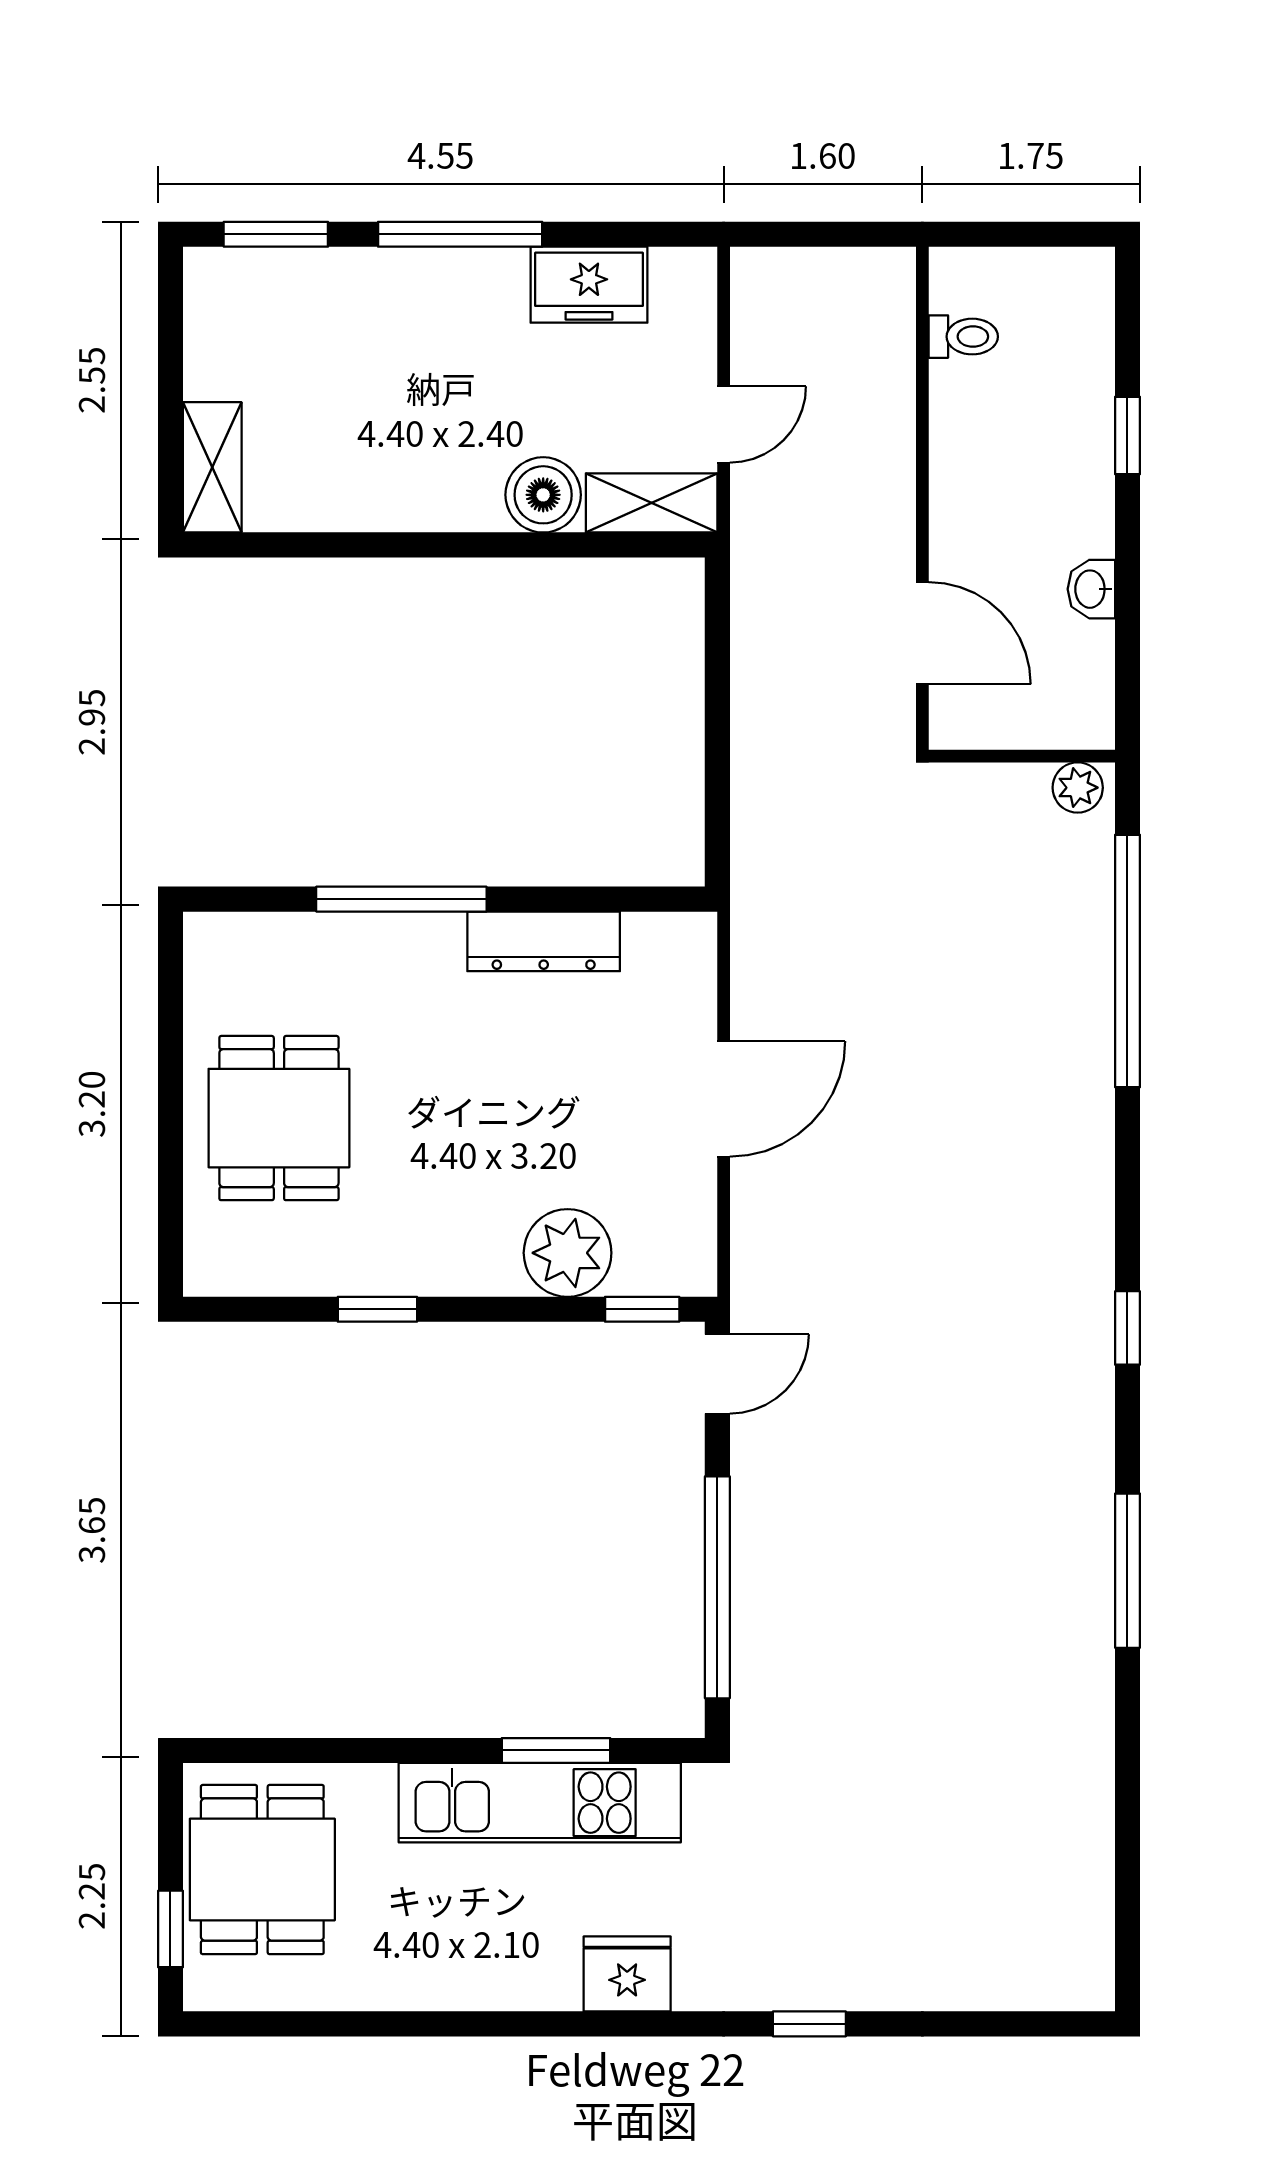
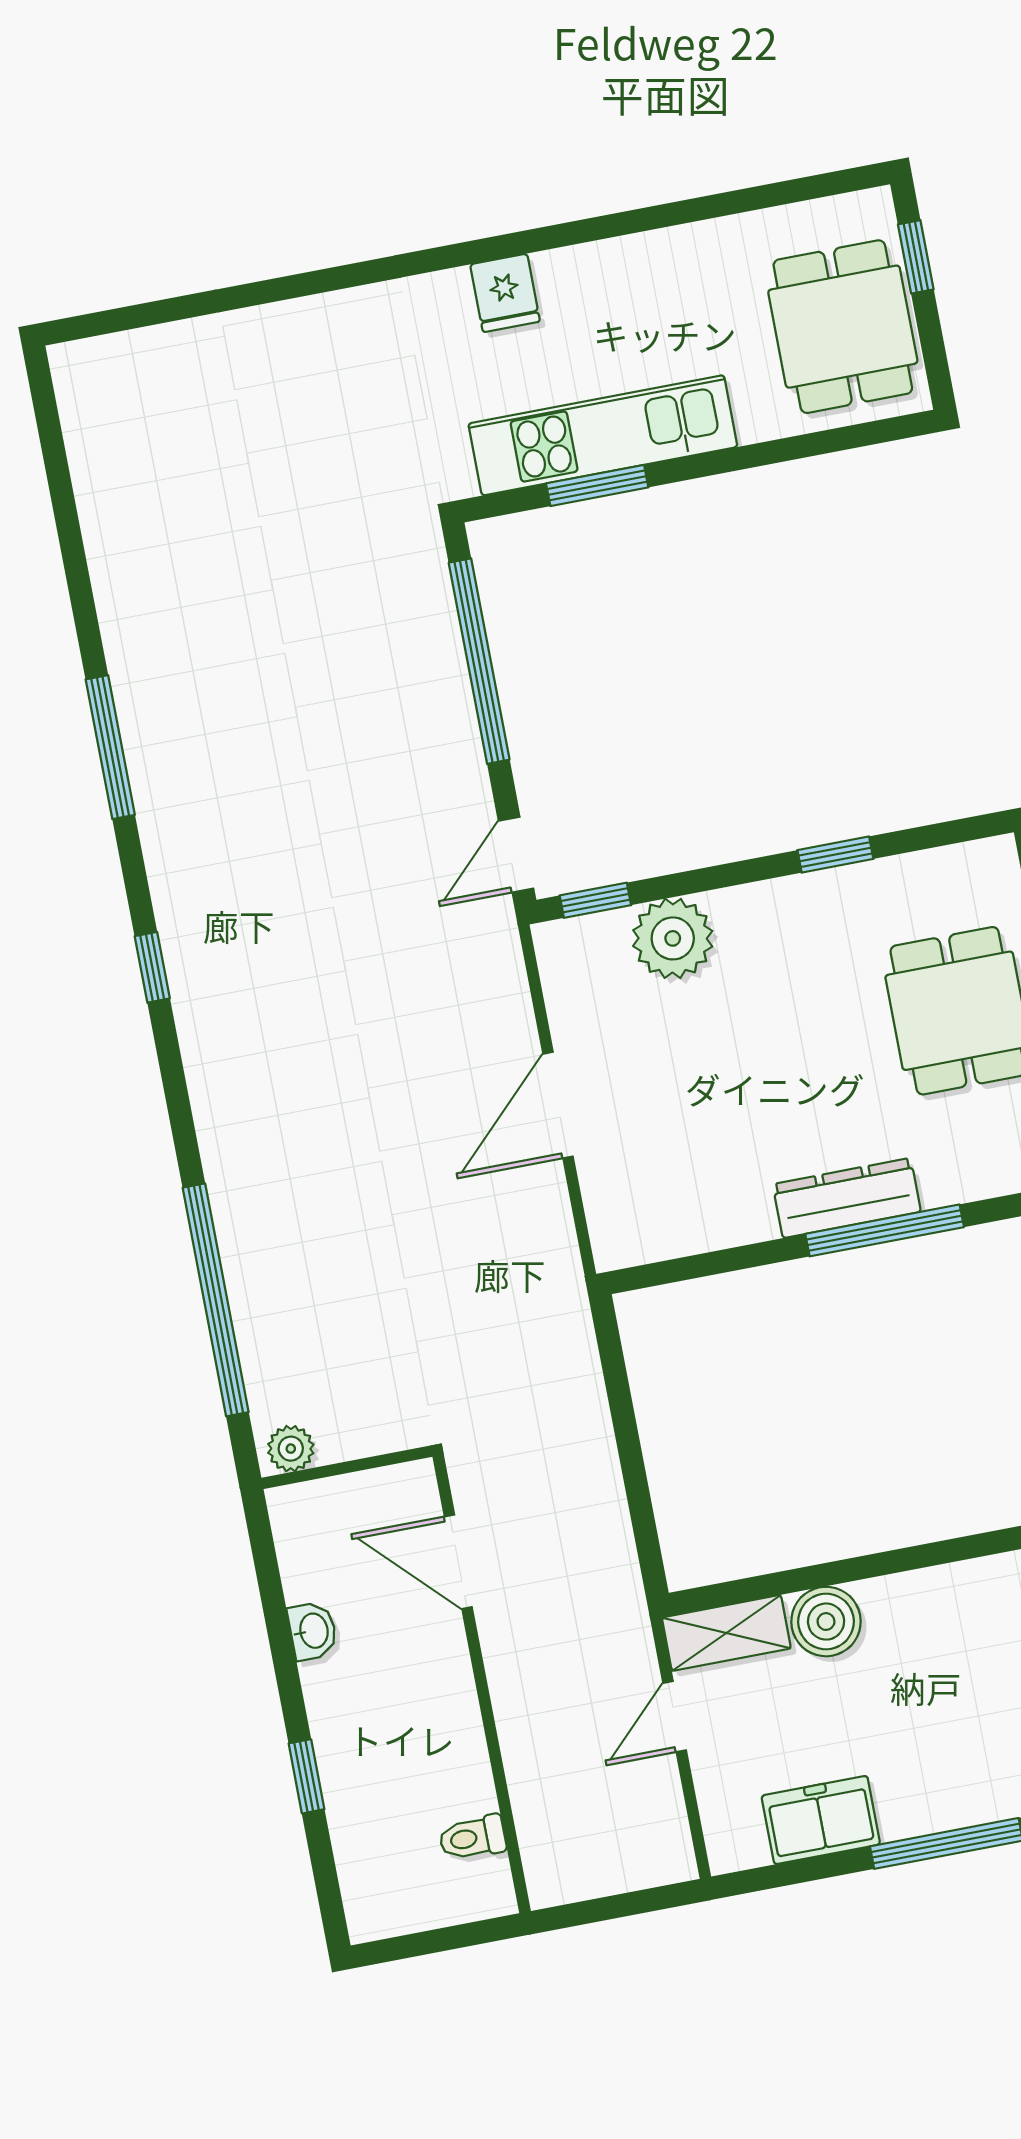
dresser: (544, 941) -> (847, 1198), moved
fridge: (627, 1974) -> (505, 293), width x0.72
window: (809, 2024) -> (320, 281), removed

